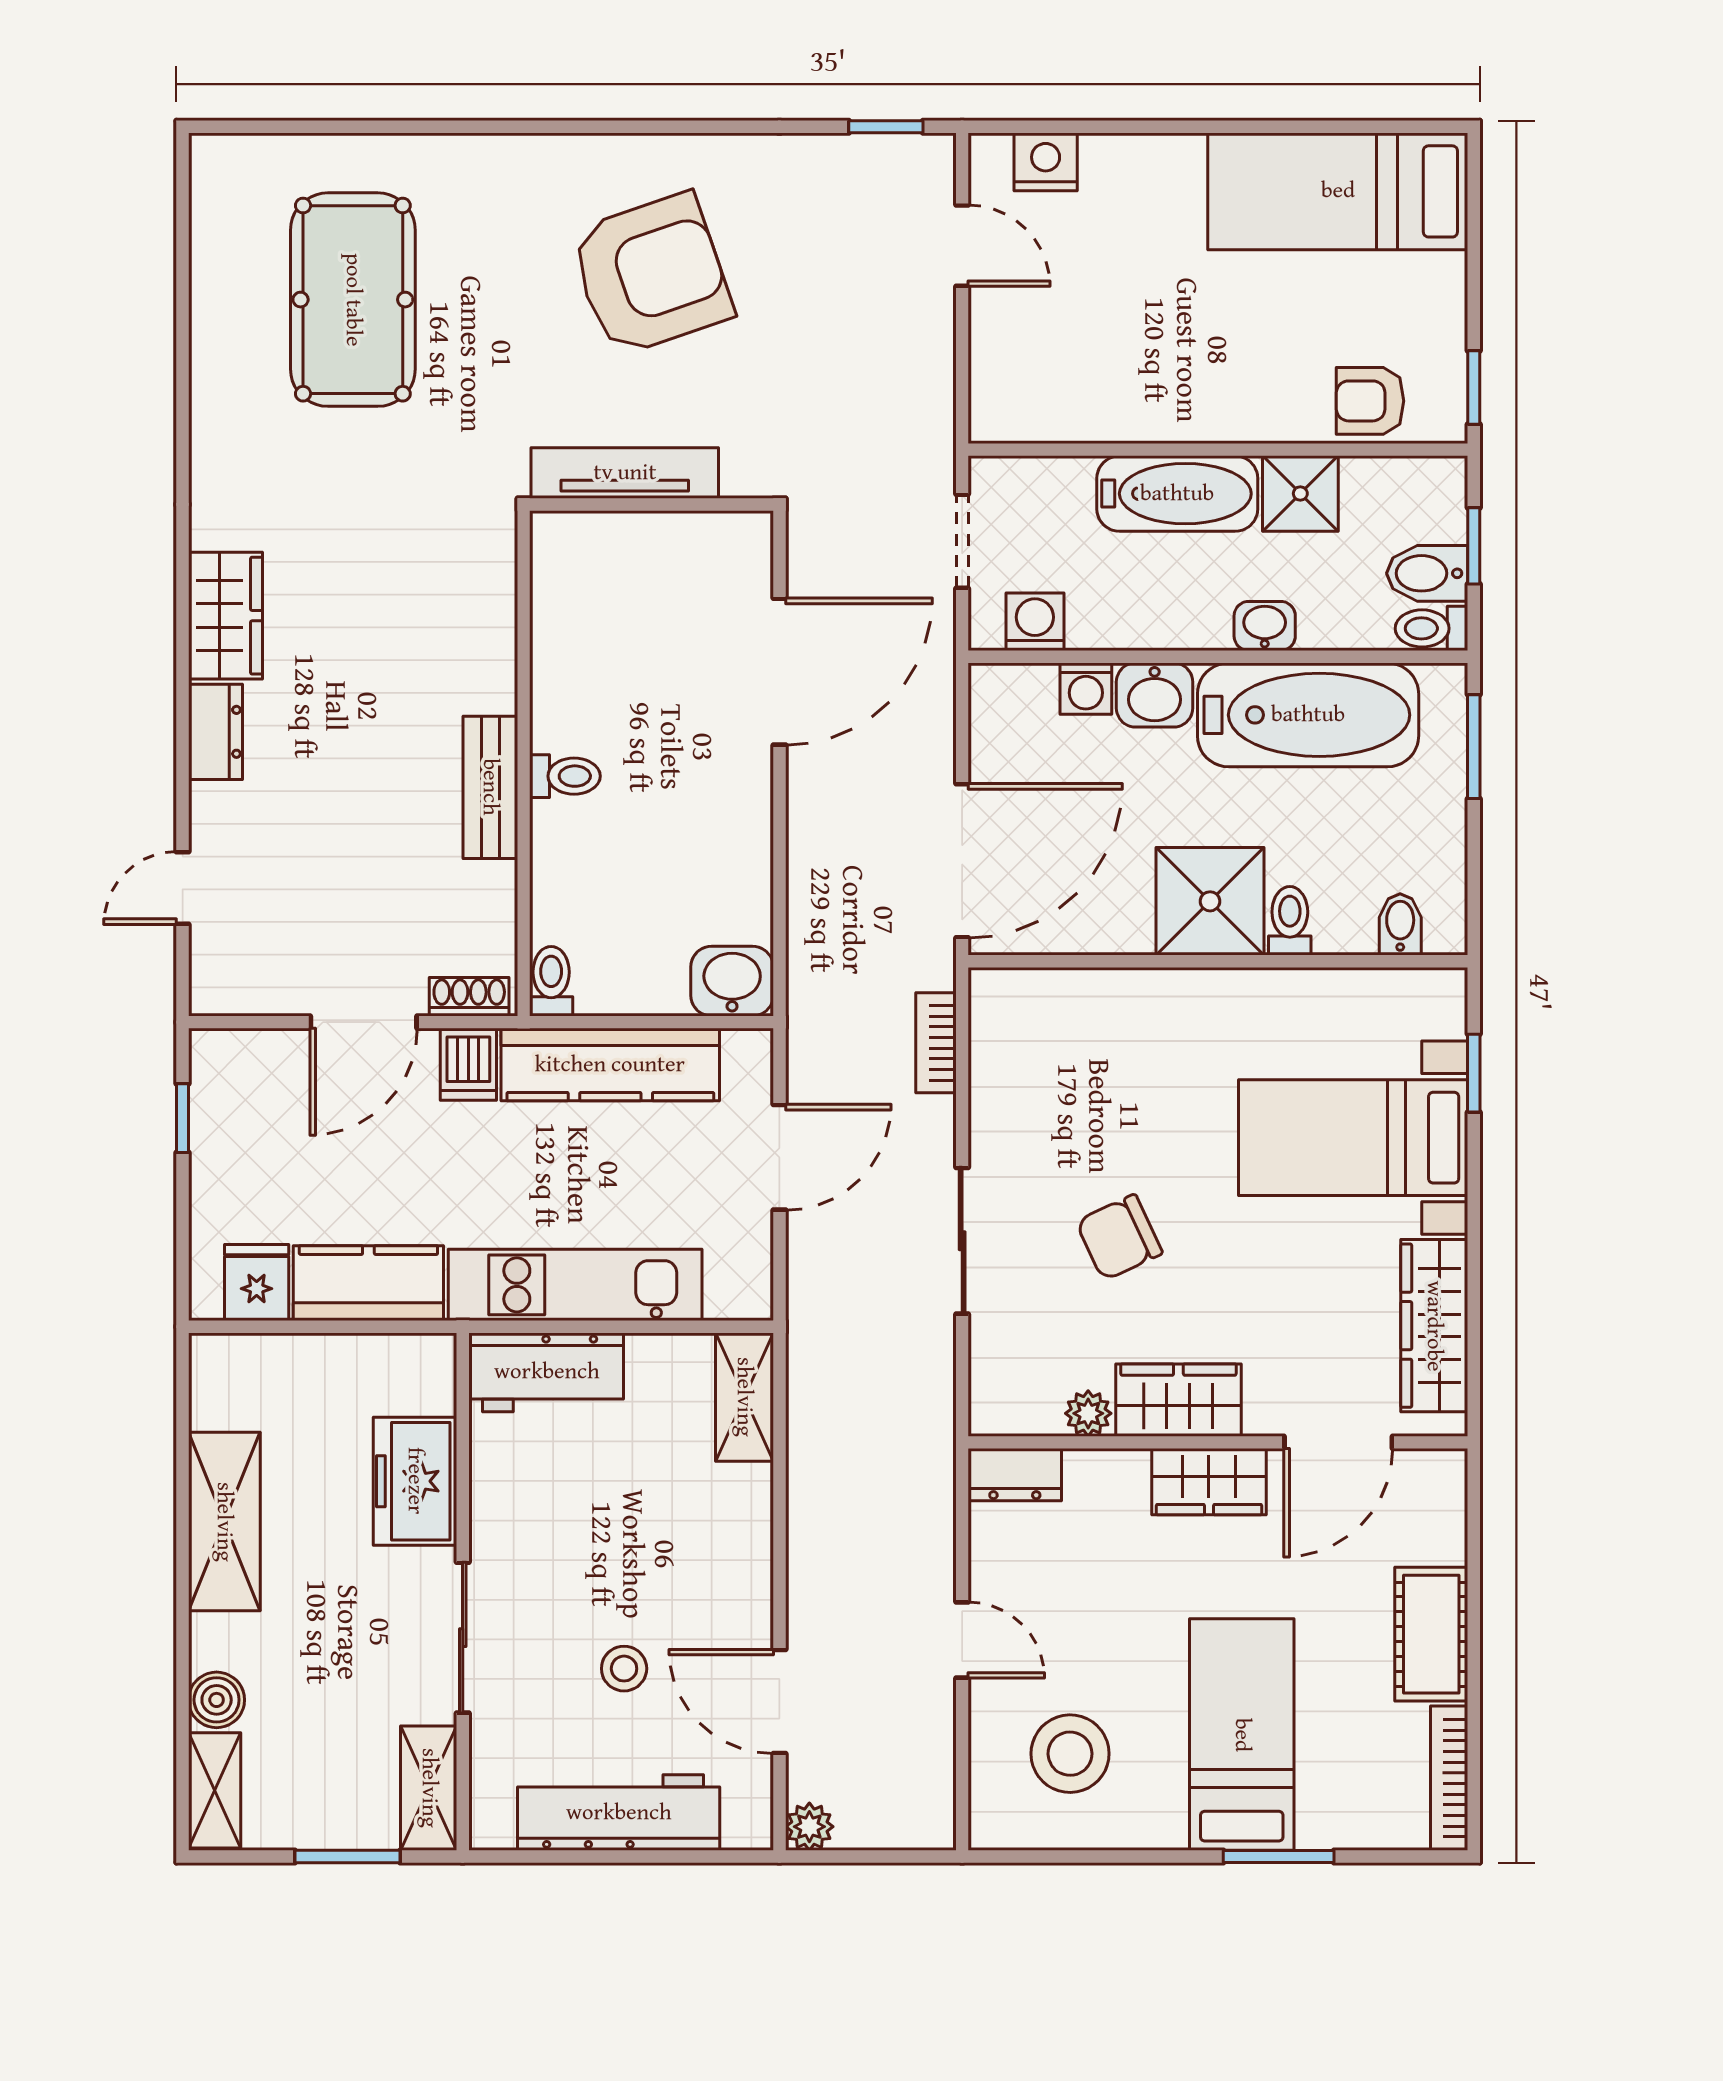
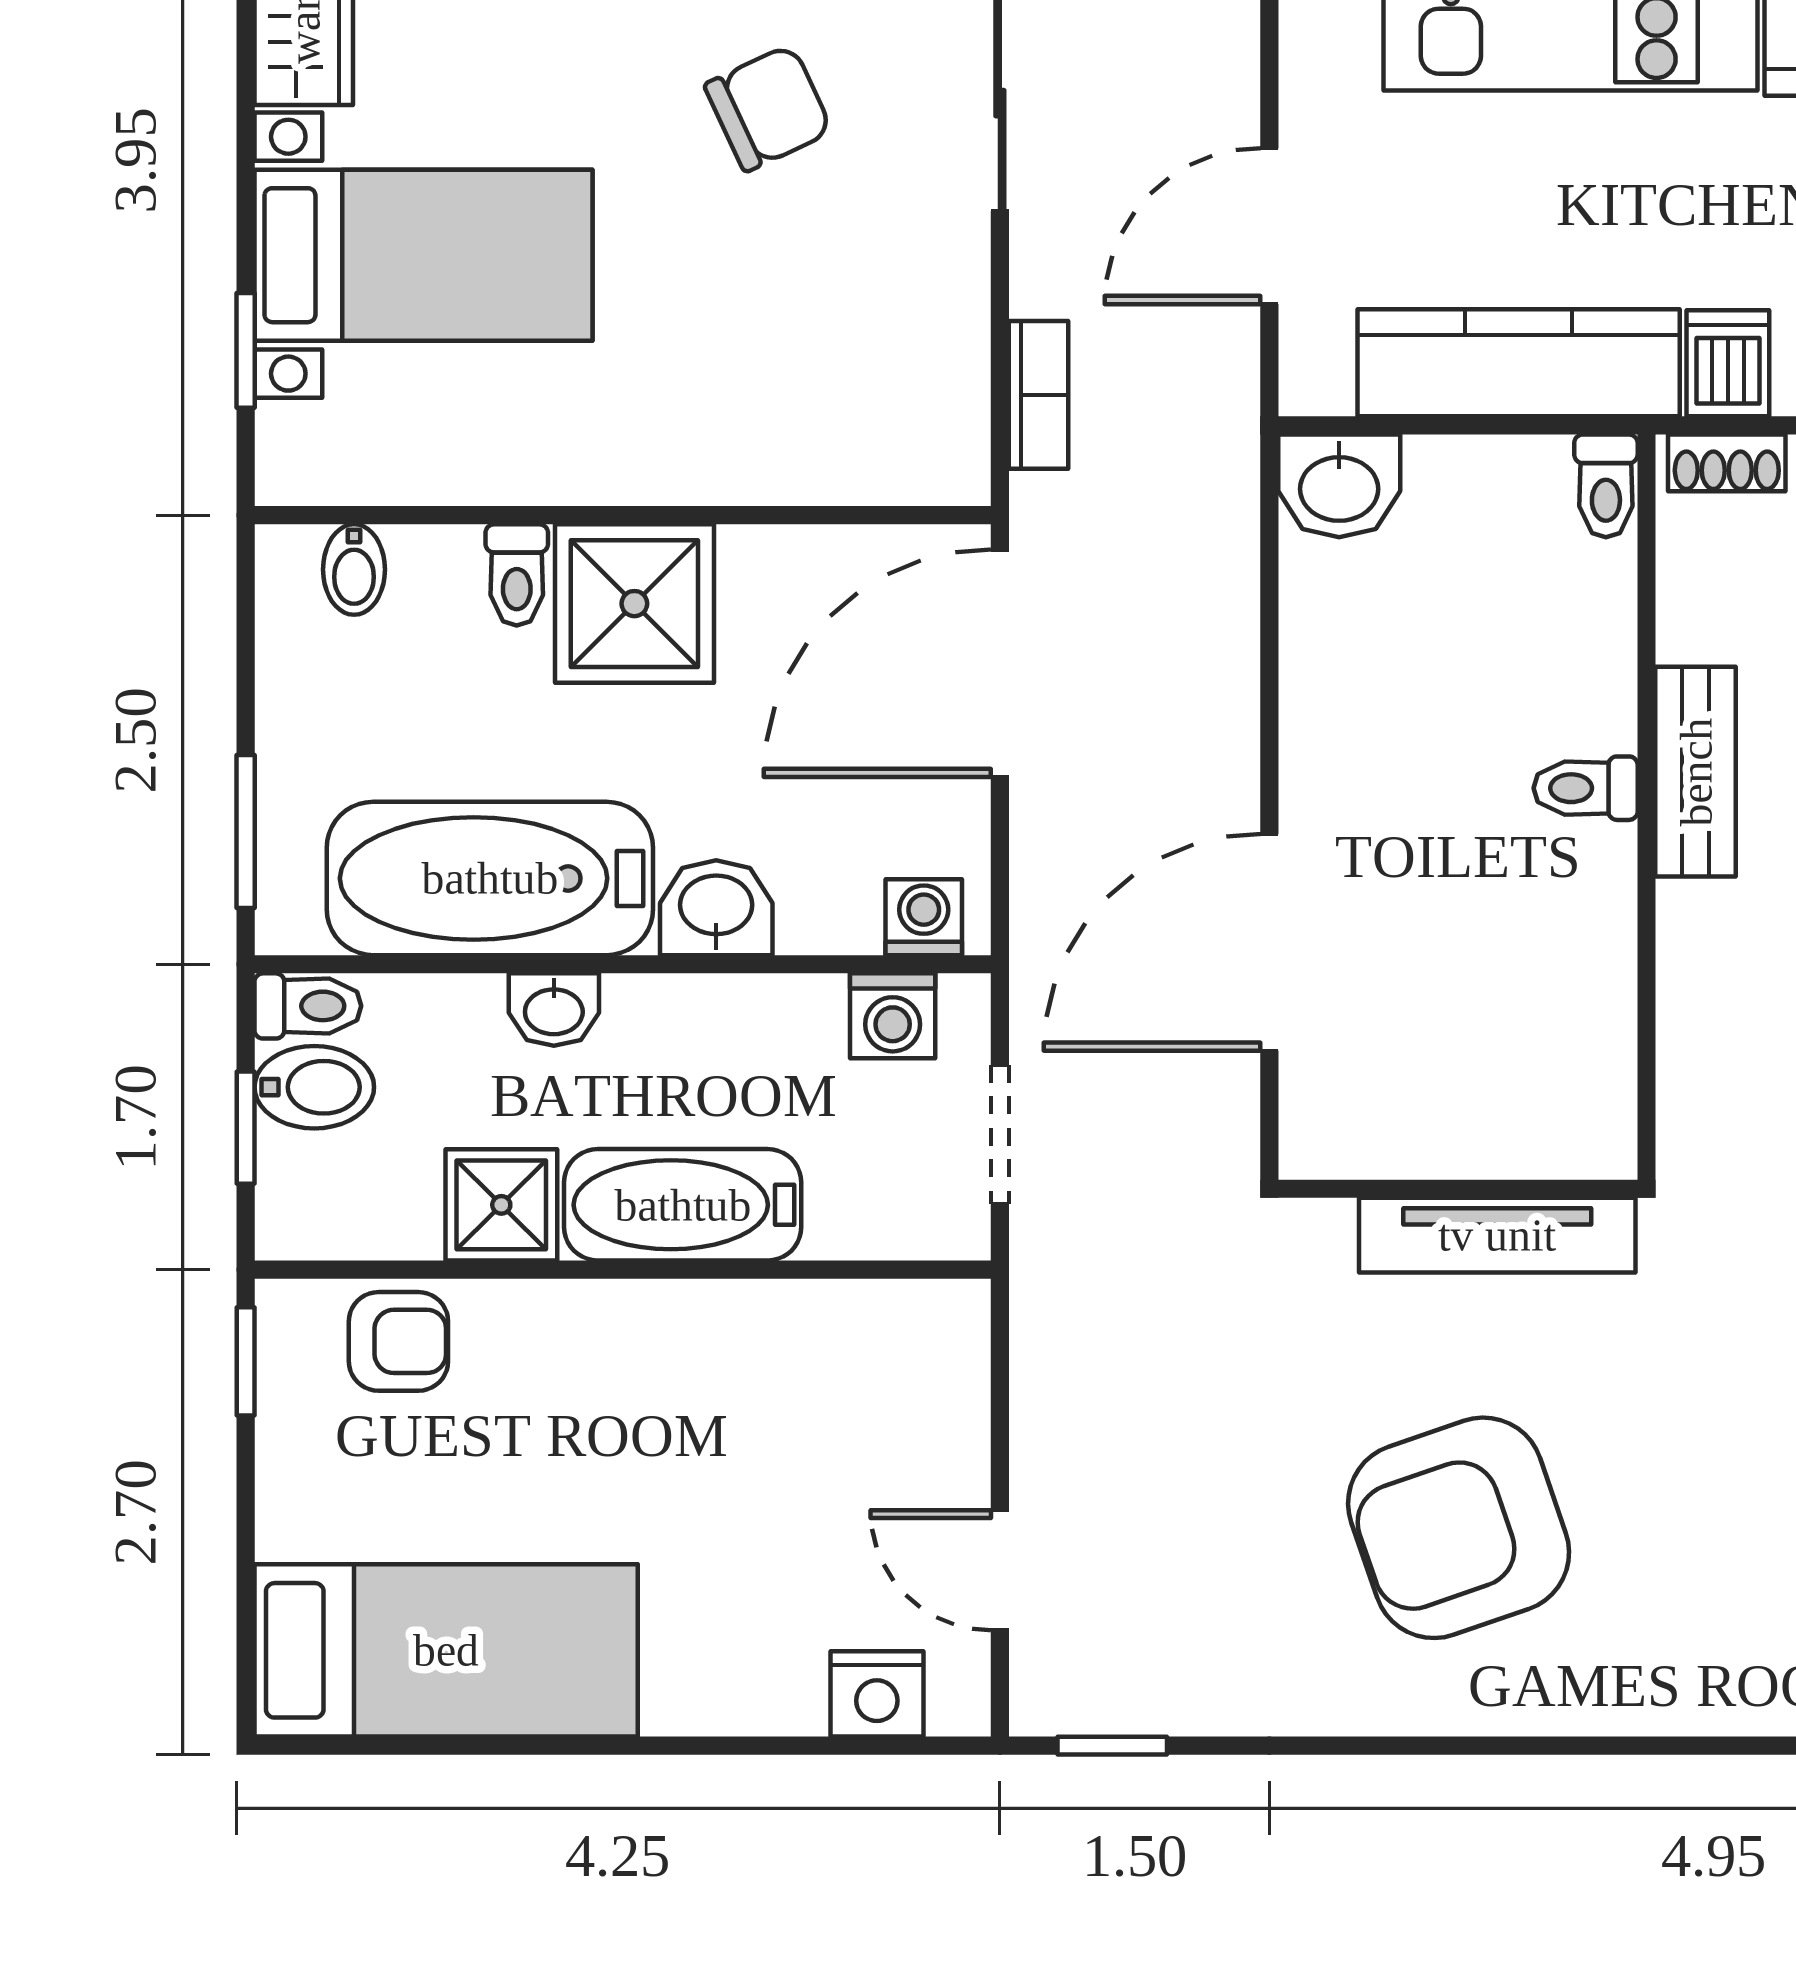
washing machine: (1086, 689) -> (924, 917), moved

